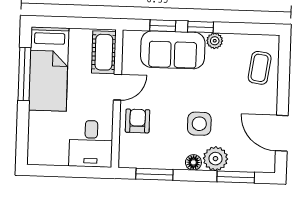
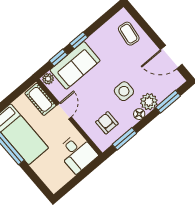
plant: (215, 41) -> (48, 79), moved
armchair: (138, 121) -> (107, 123), moved

